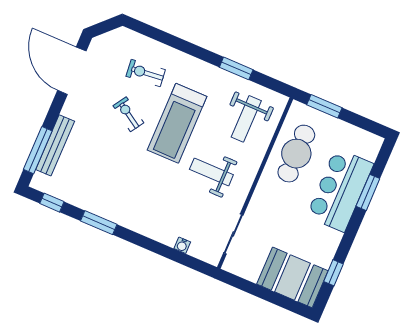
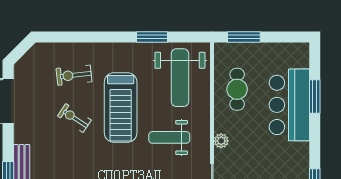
weight bench: (246, 119) -> (180, 78), width x1.36, depth x1.33
cafe table: (296, 154) -> (237, 89), width x0.73, depth x0.74
plant: (260, 196) -> (221, 141), added

